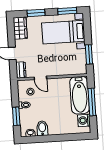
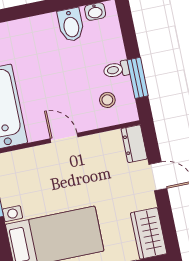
door: (40, 78) -> (64, 138), moved
window: (16, 116) -> (138, 78), moved

